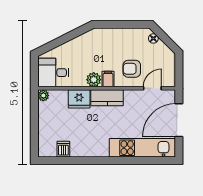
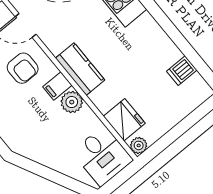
fridge: (79, 99) -> (124, 120), moved

